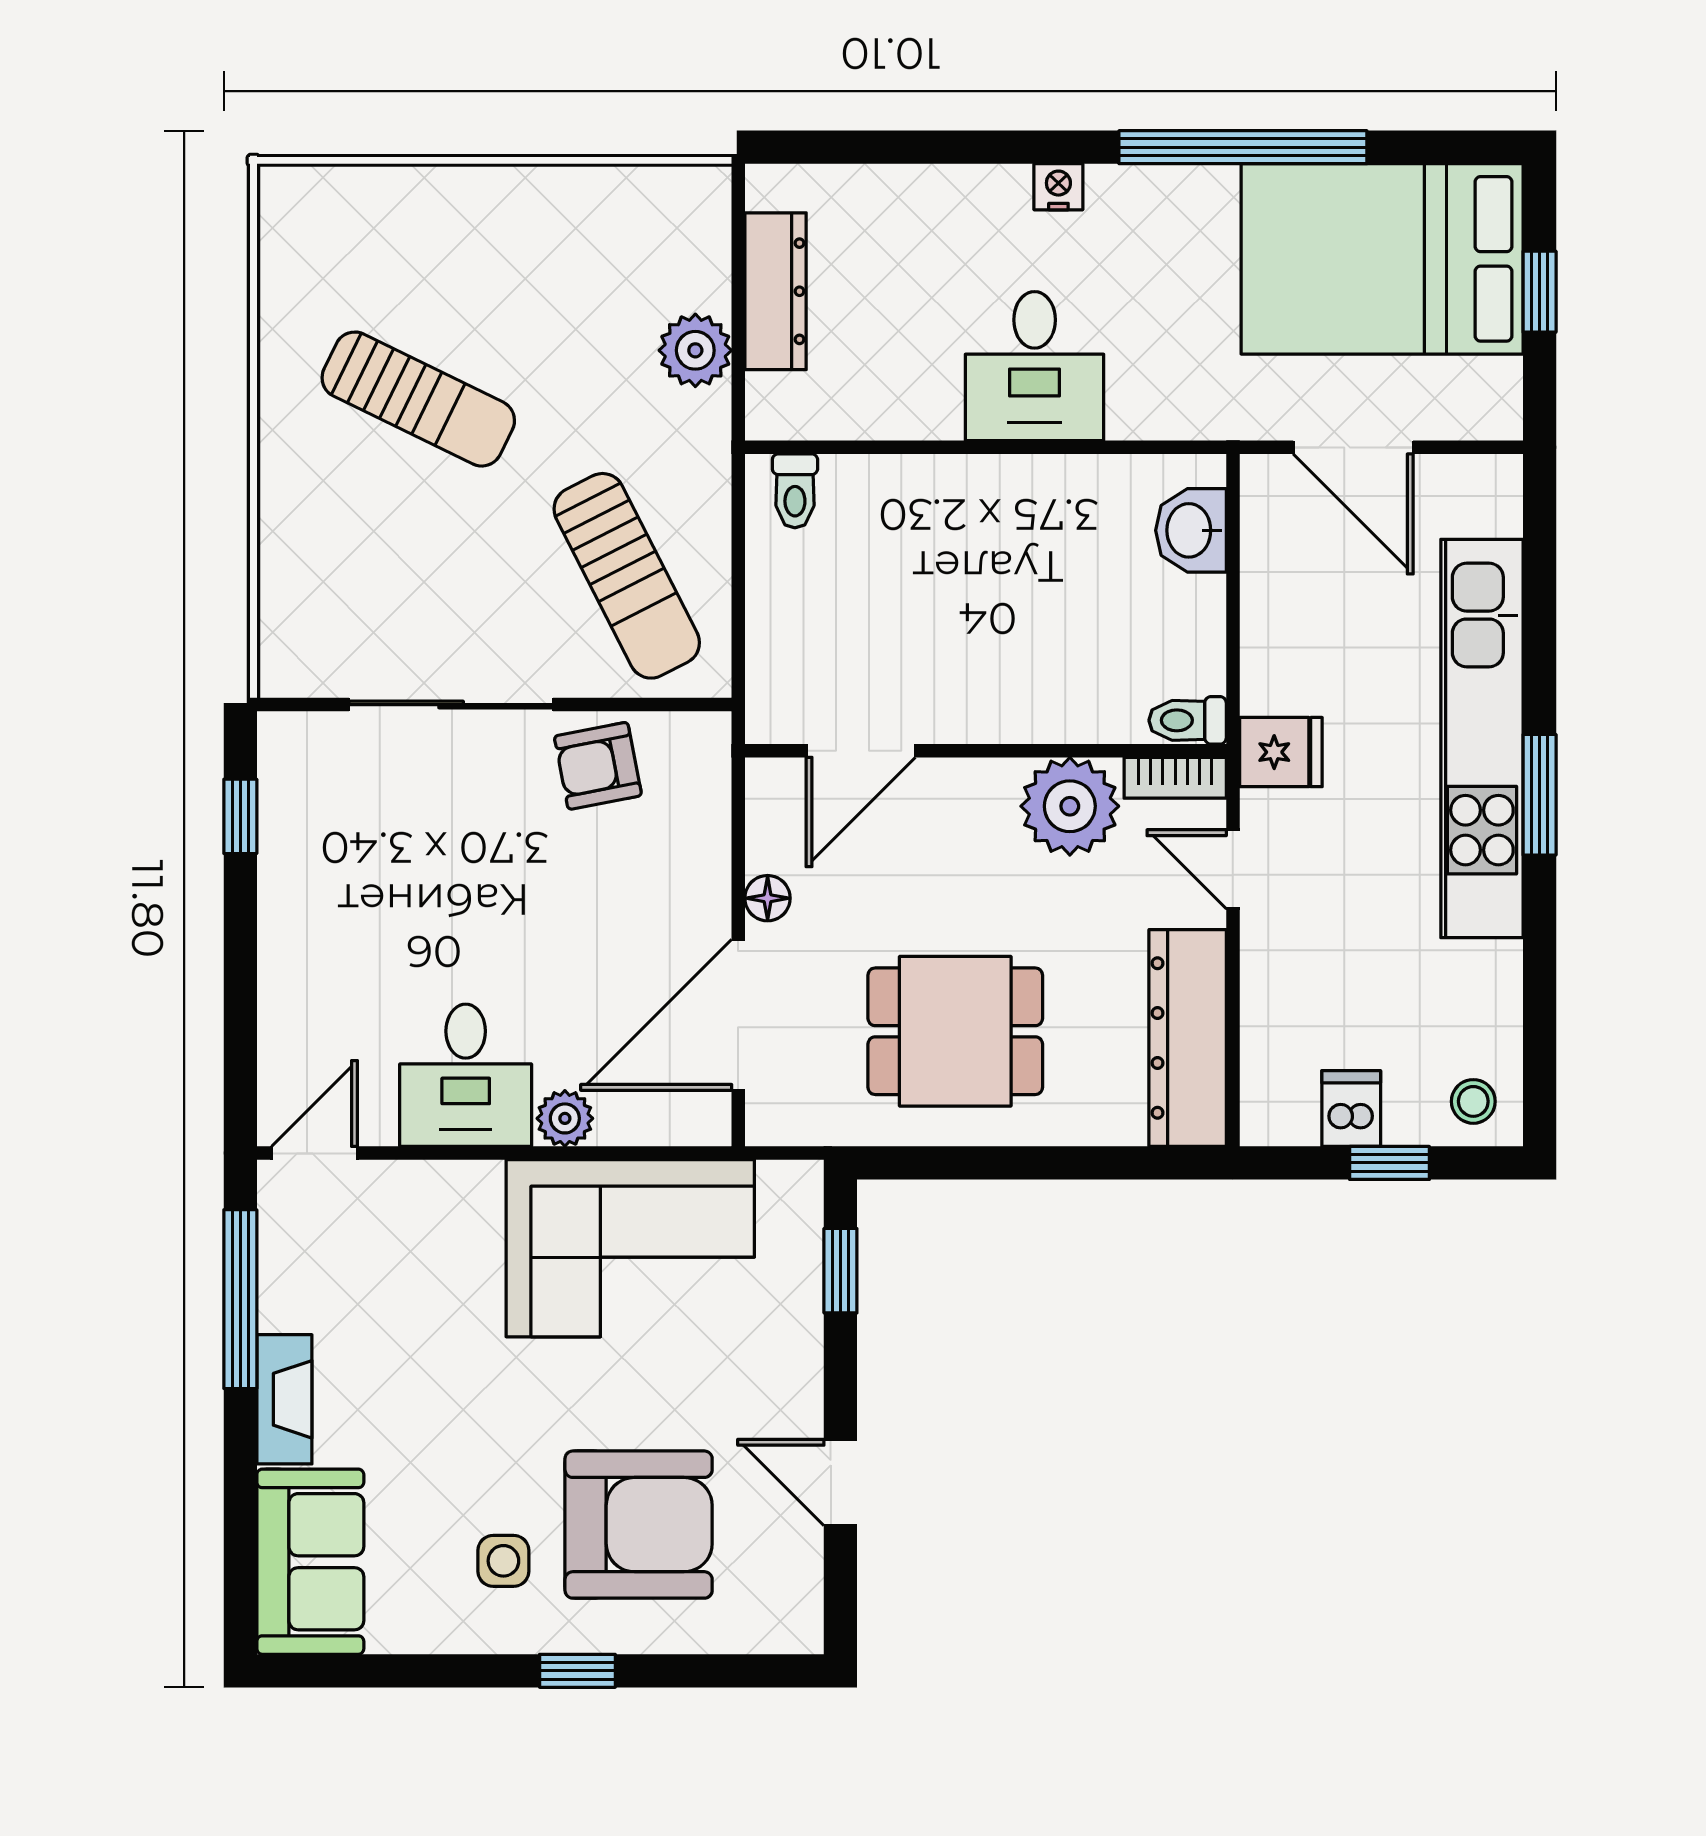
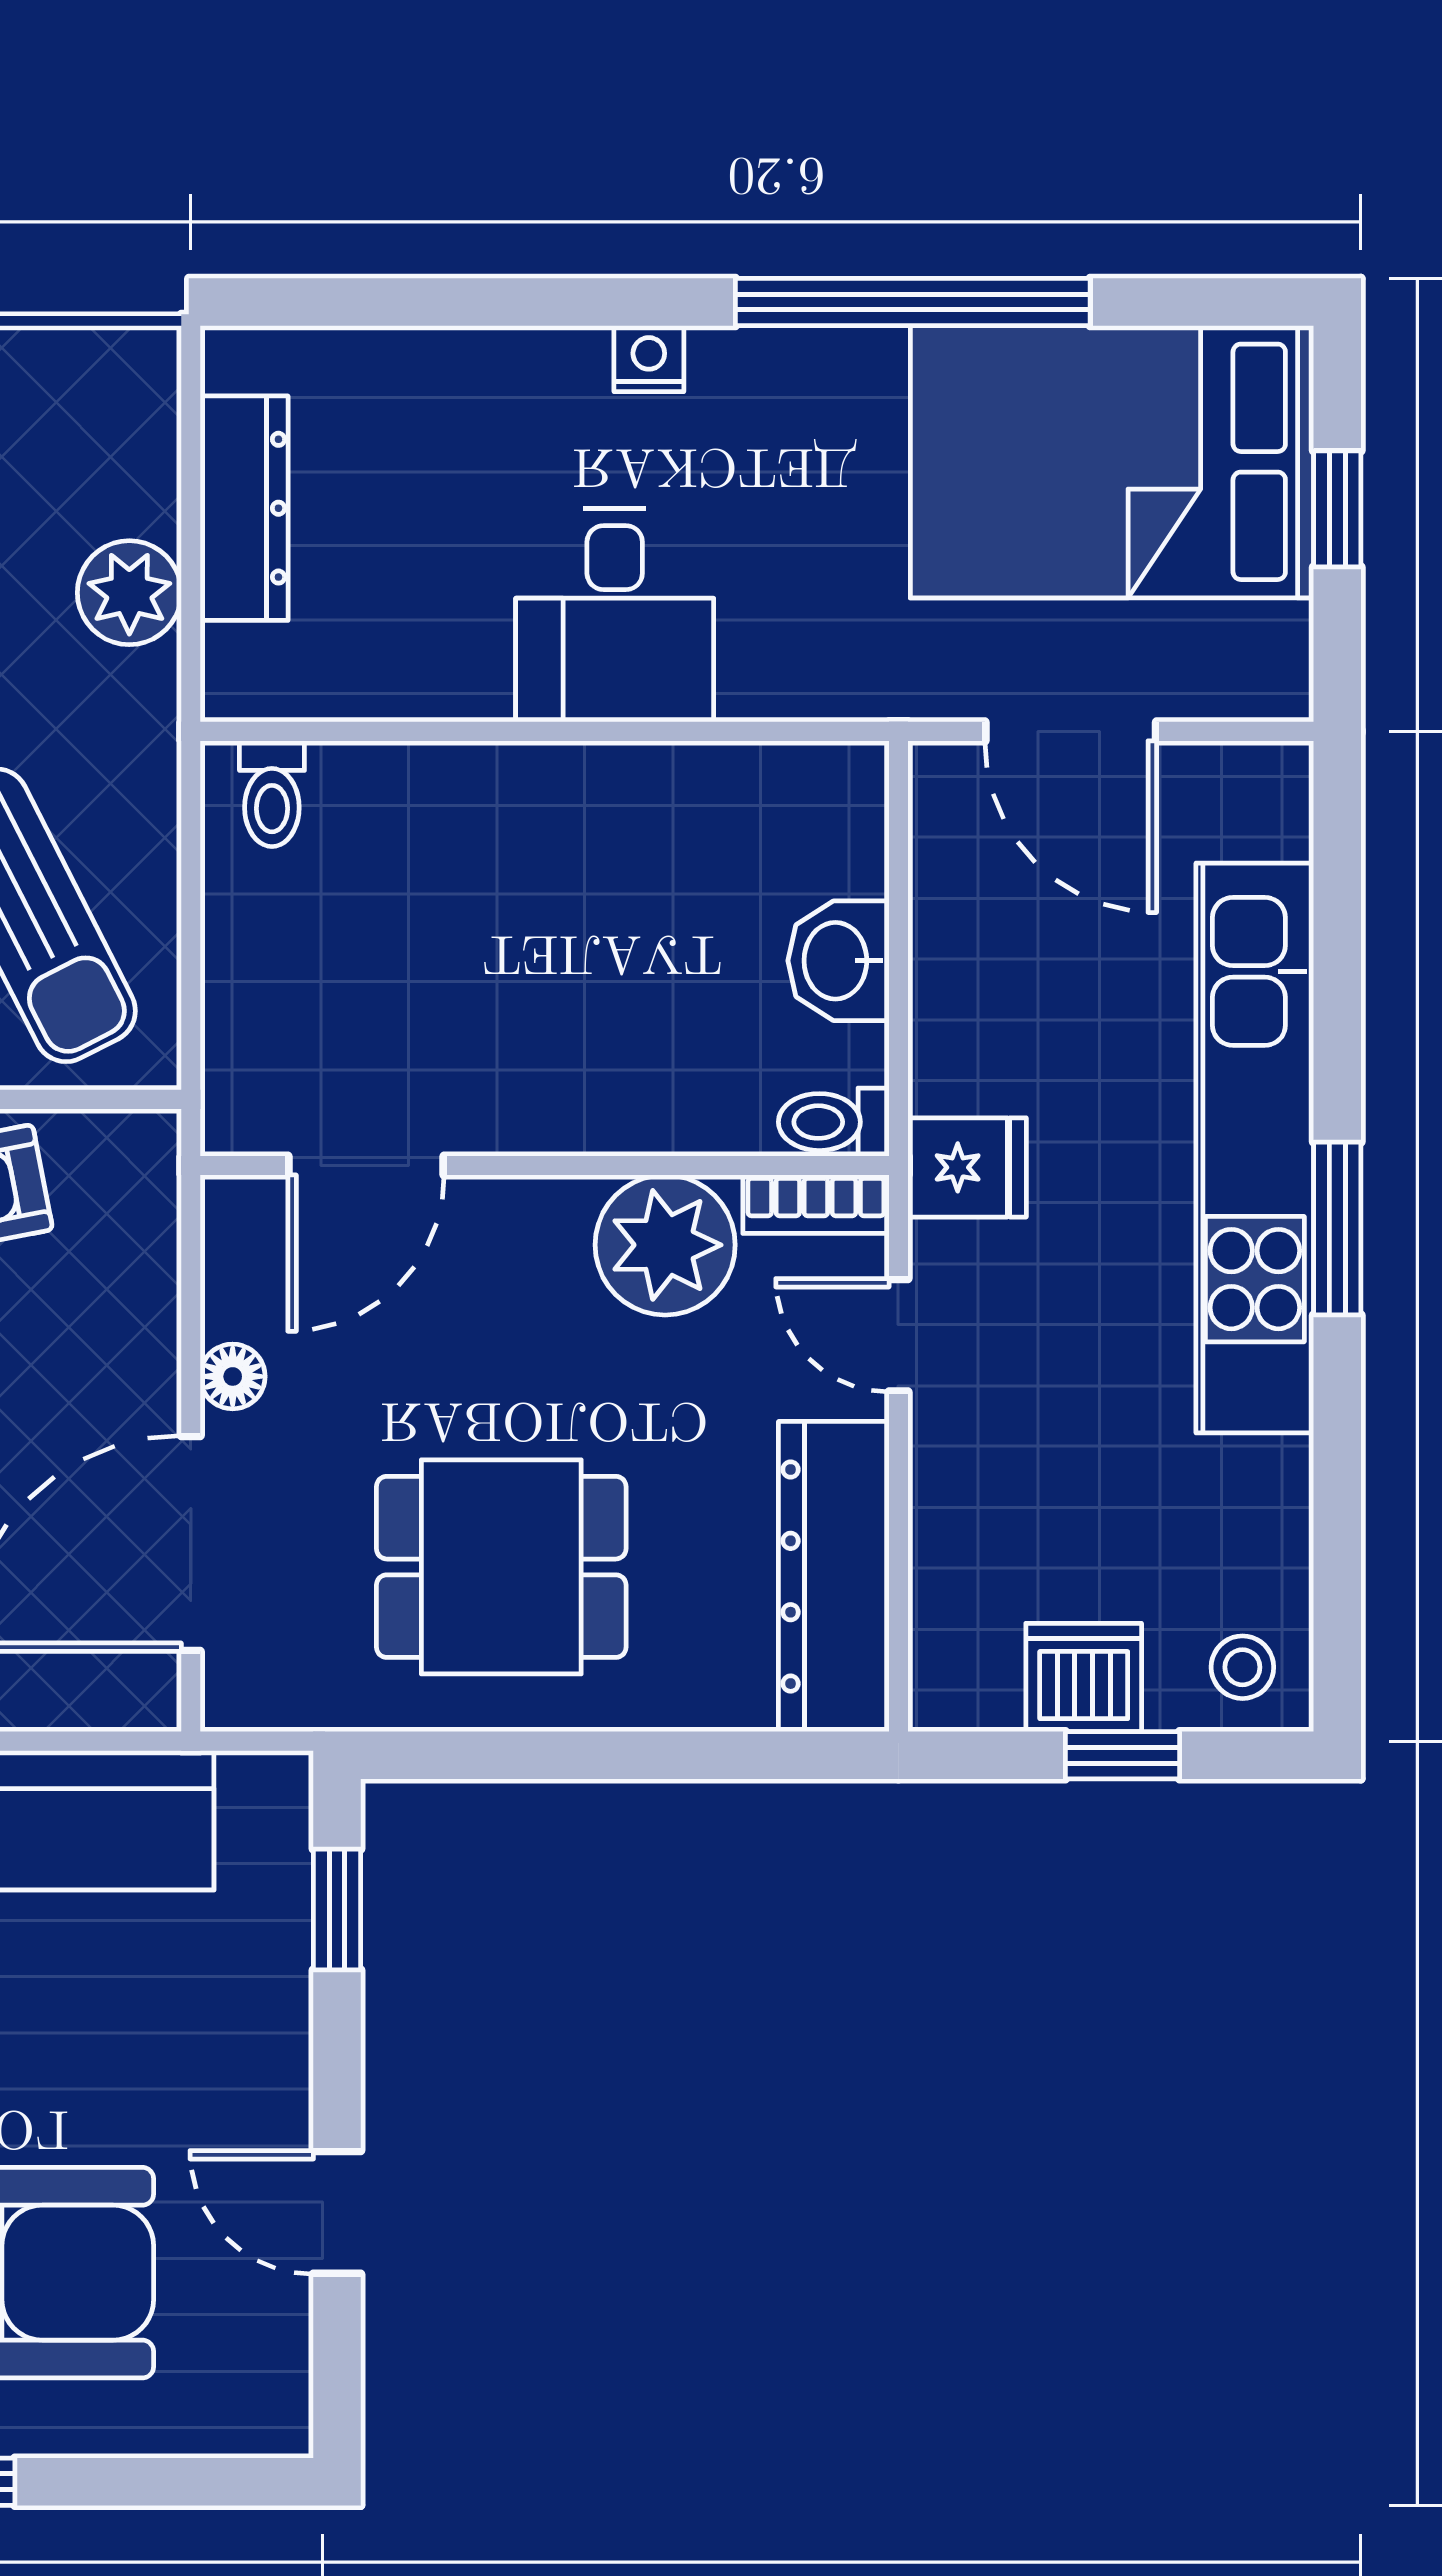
washbasin: (1191, 530) -> (838, 961), moved
dishwasher: (1351, 1109) -> (1084, 1677), width x1.38

